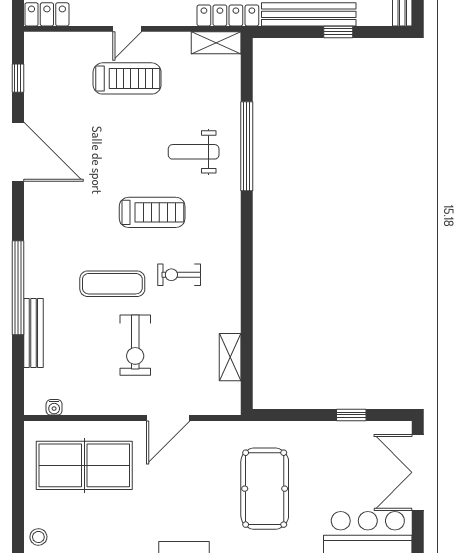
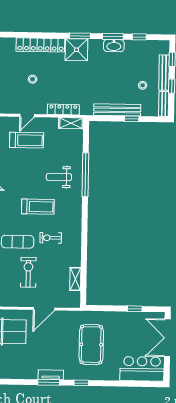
locker: (228, 15) -> (63, 109), moved
exercise bike: (135, 345) -> (28, 272), turned 180

